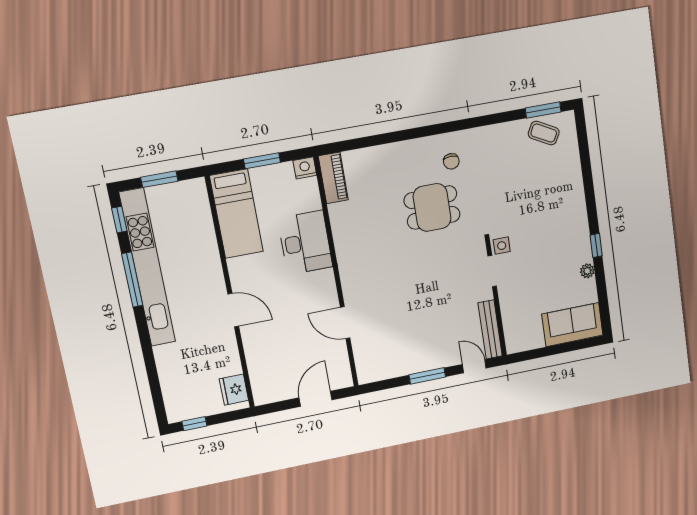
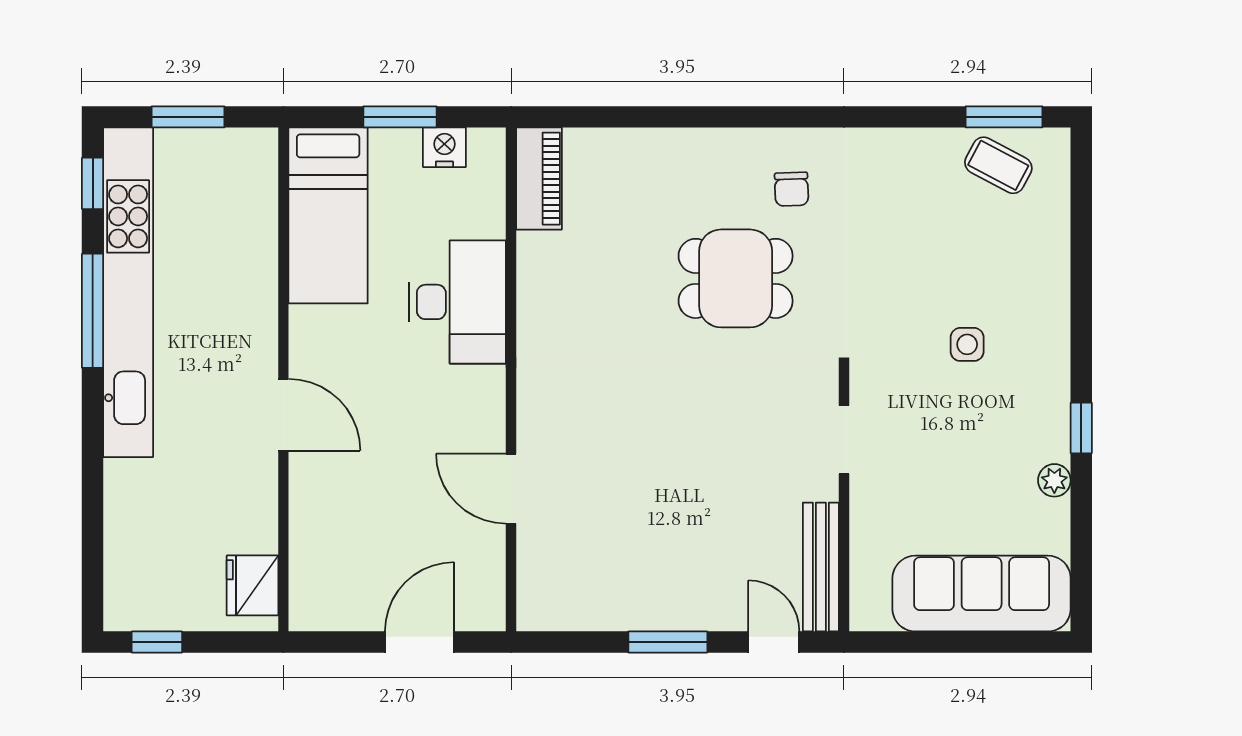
nightstand: (305, 168) -> (444, 147), moved
side table: (502, 246) -> (967, 344), moved
sofa: (572, 325) -> (982, 594), width x1.36

